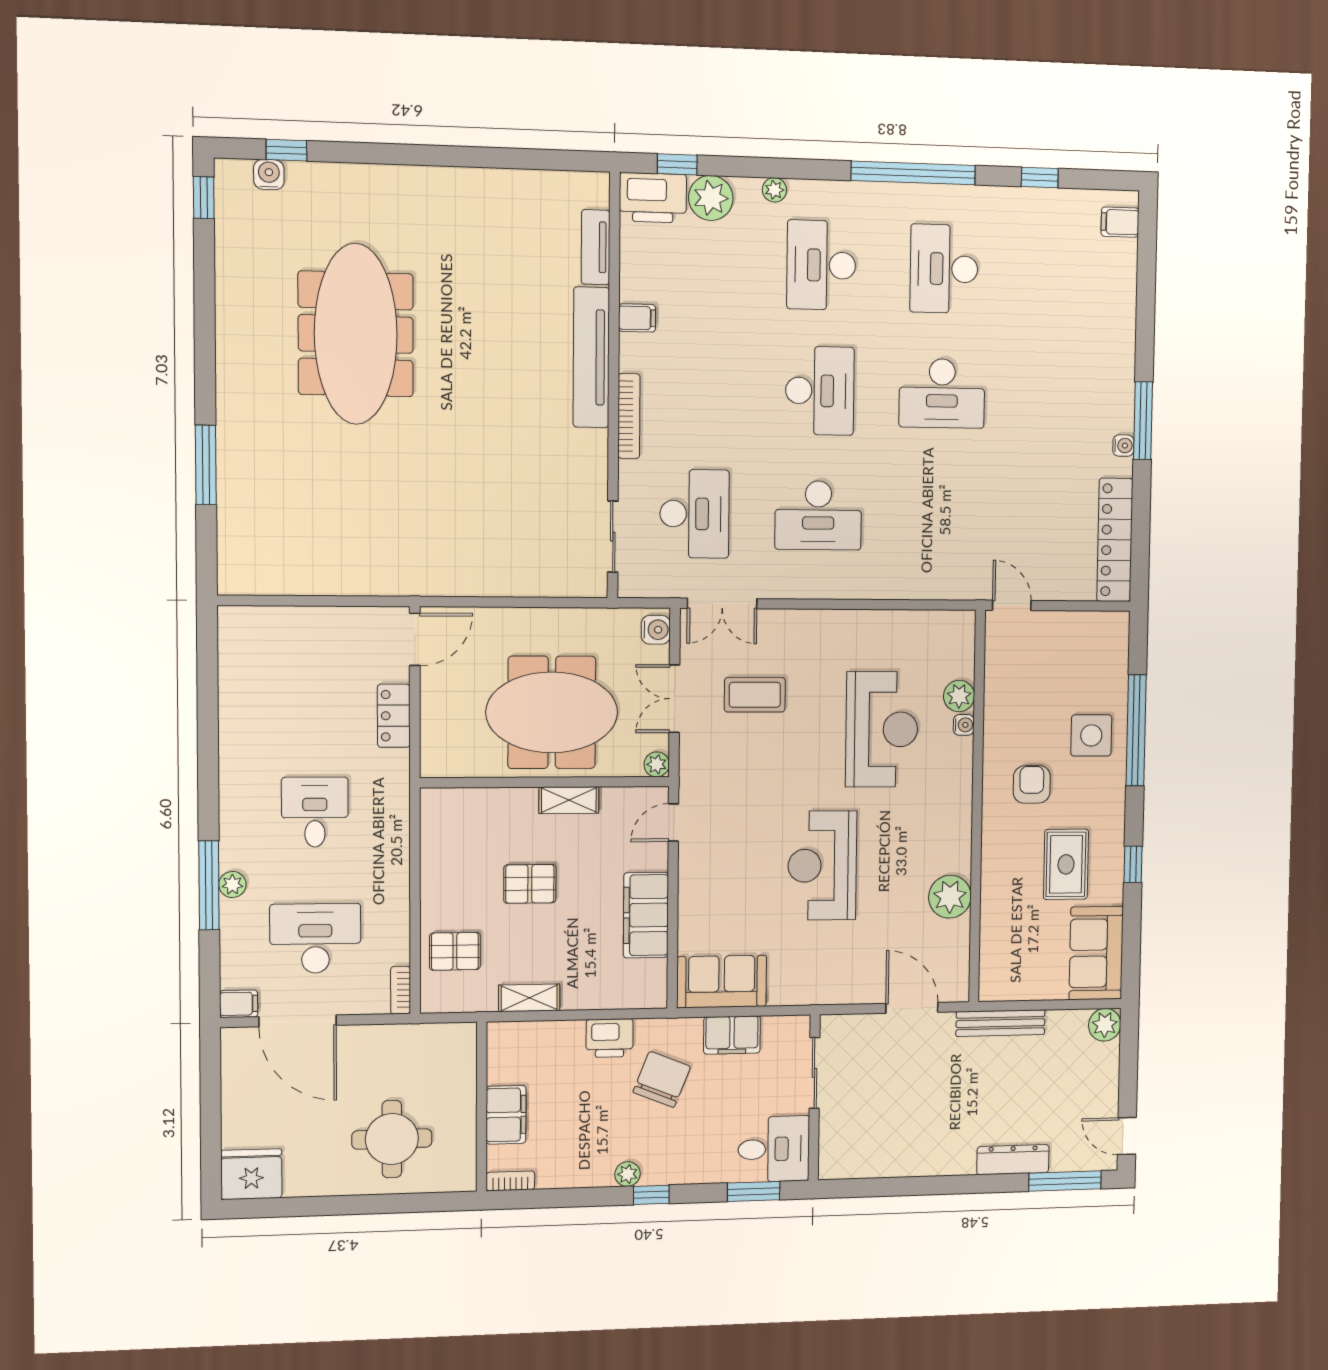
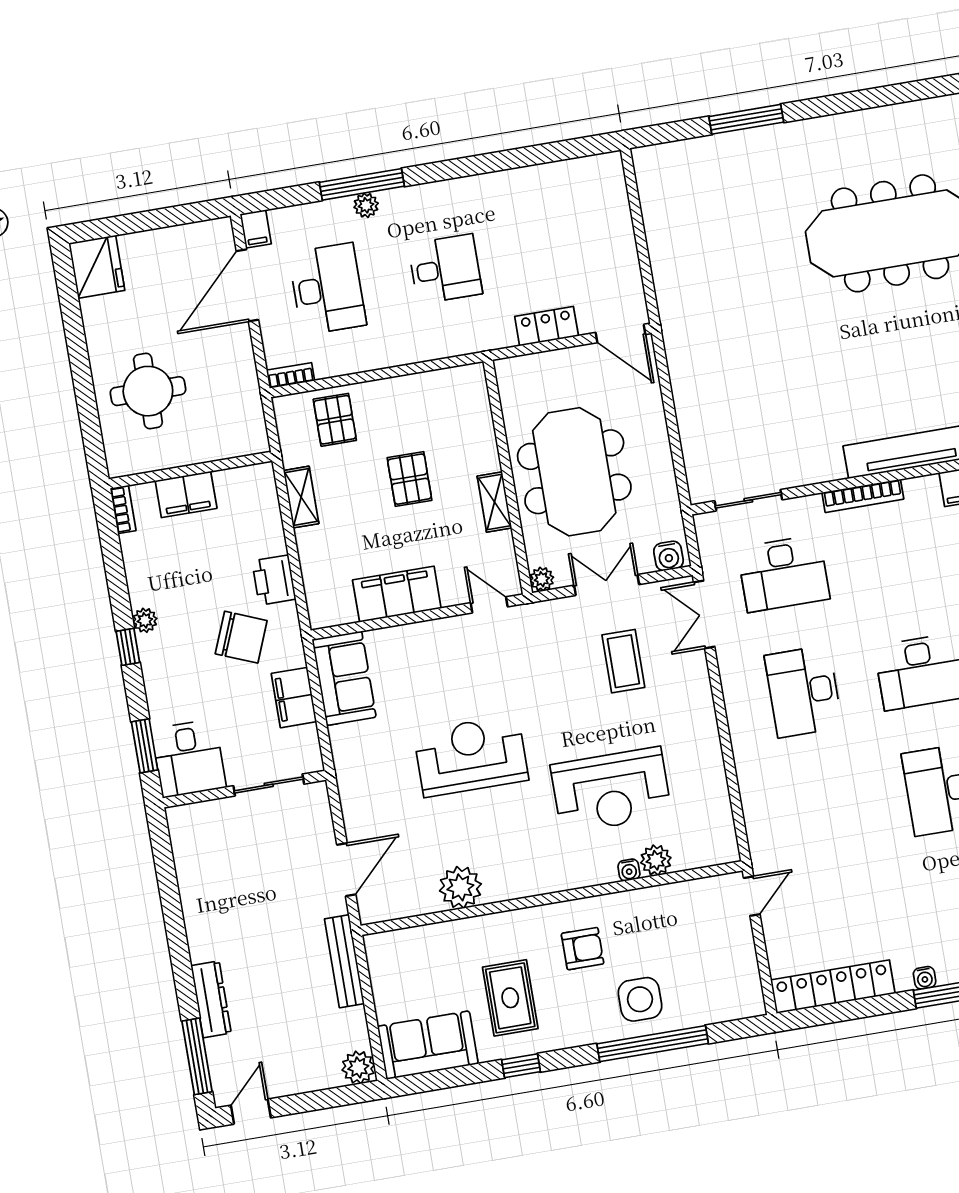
rug: (1066, 864) -> (510, 998), turned 90

